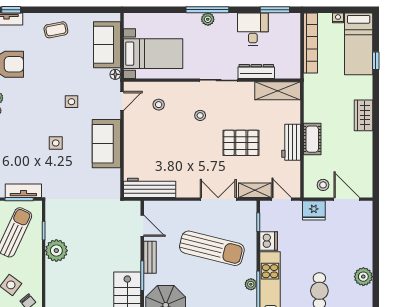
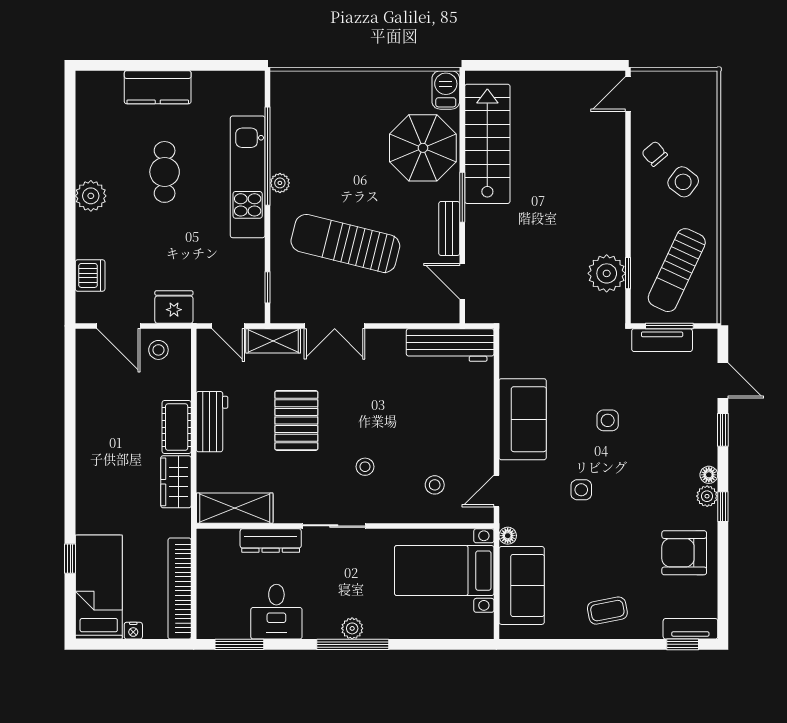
wardrobe: (364, 115) -> (176, 482), moved, turned 180
pallet: (241, 143) -> (296, 421), turned 90
dishwasher: (269, 241) -> (90, 275), moved, turned 180
plant: (56, 251) -> (607, 273), moved

